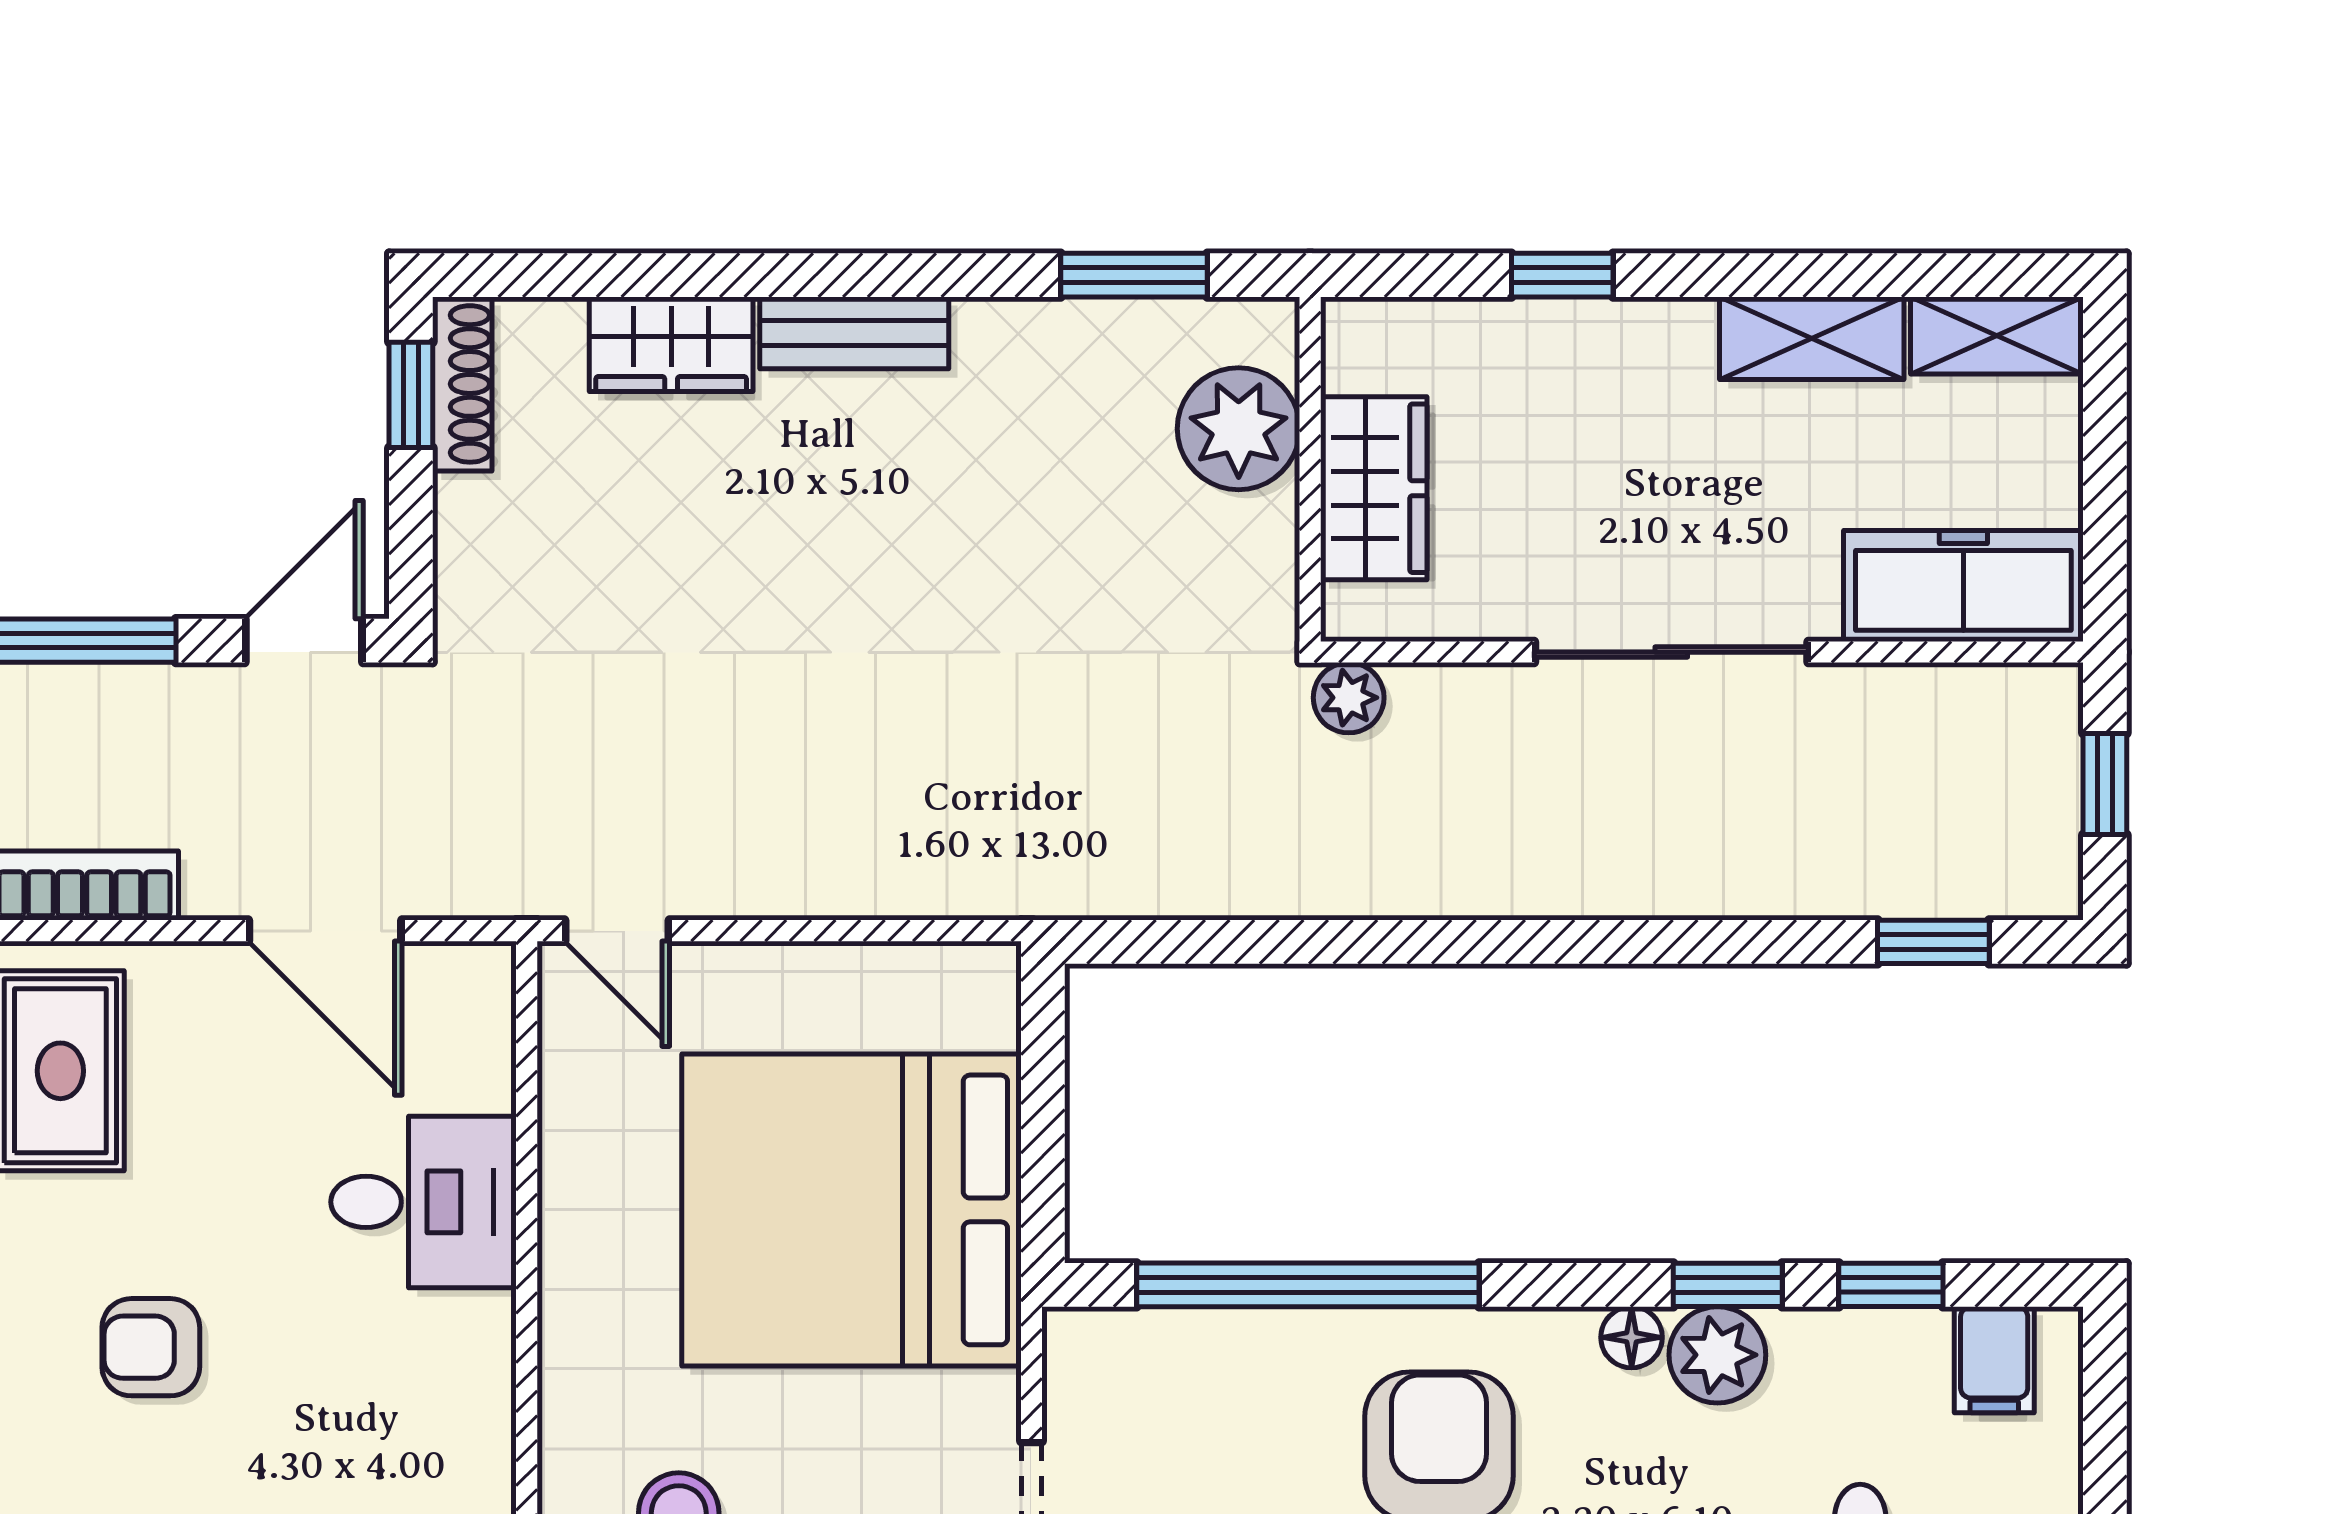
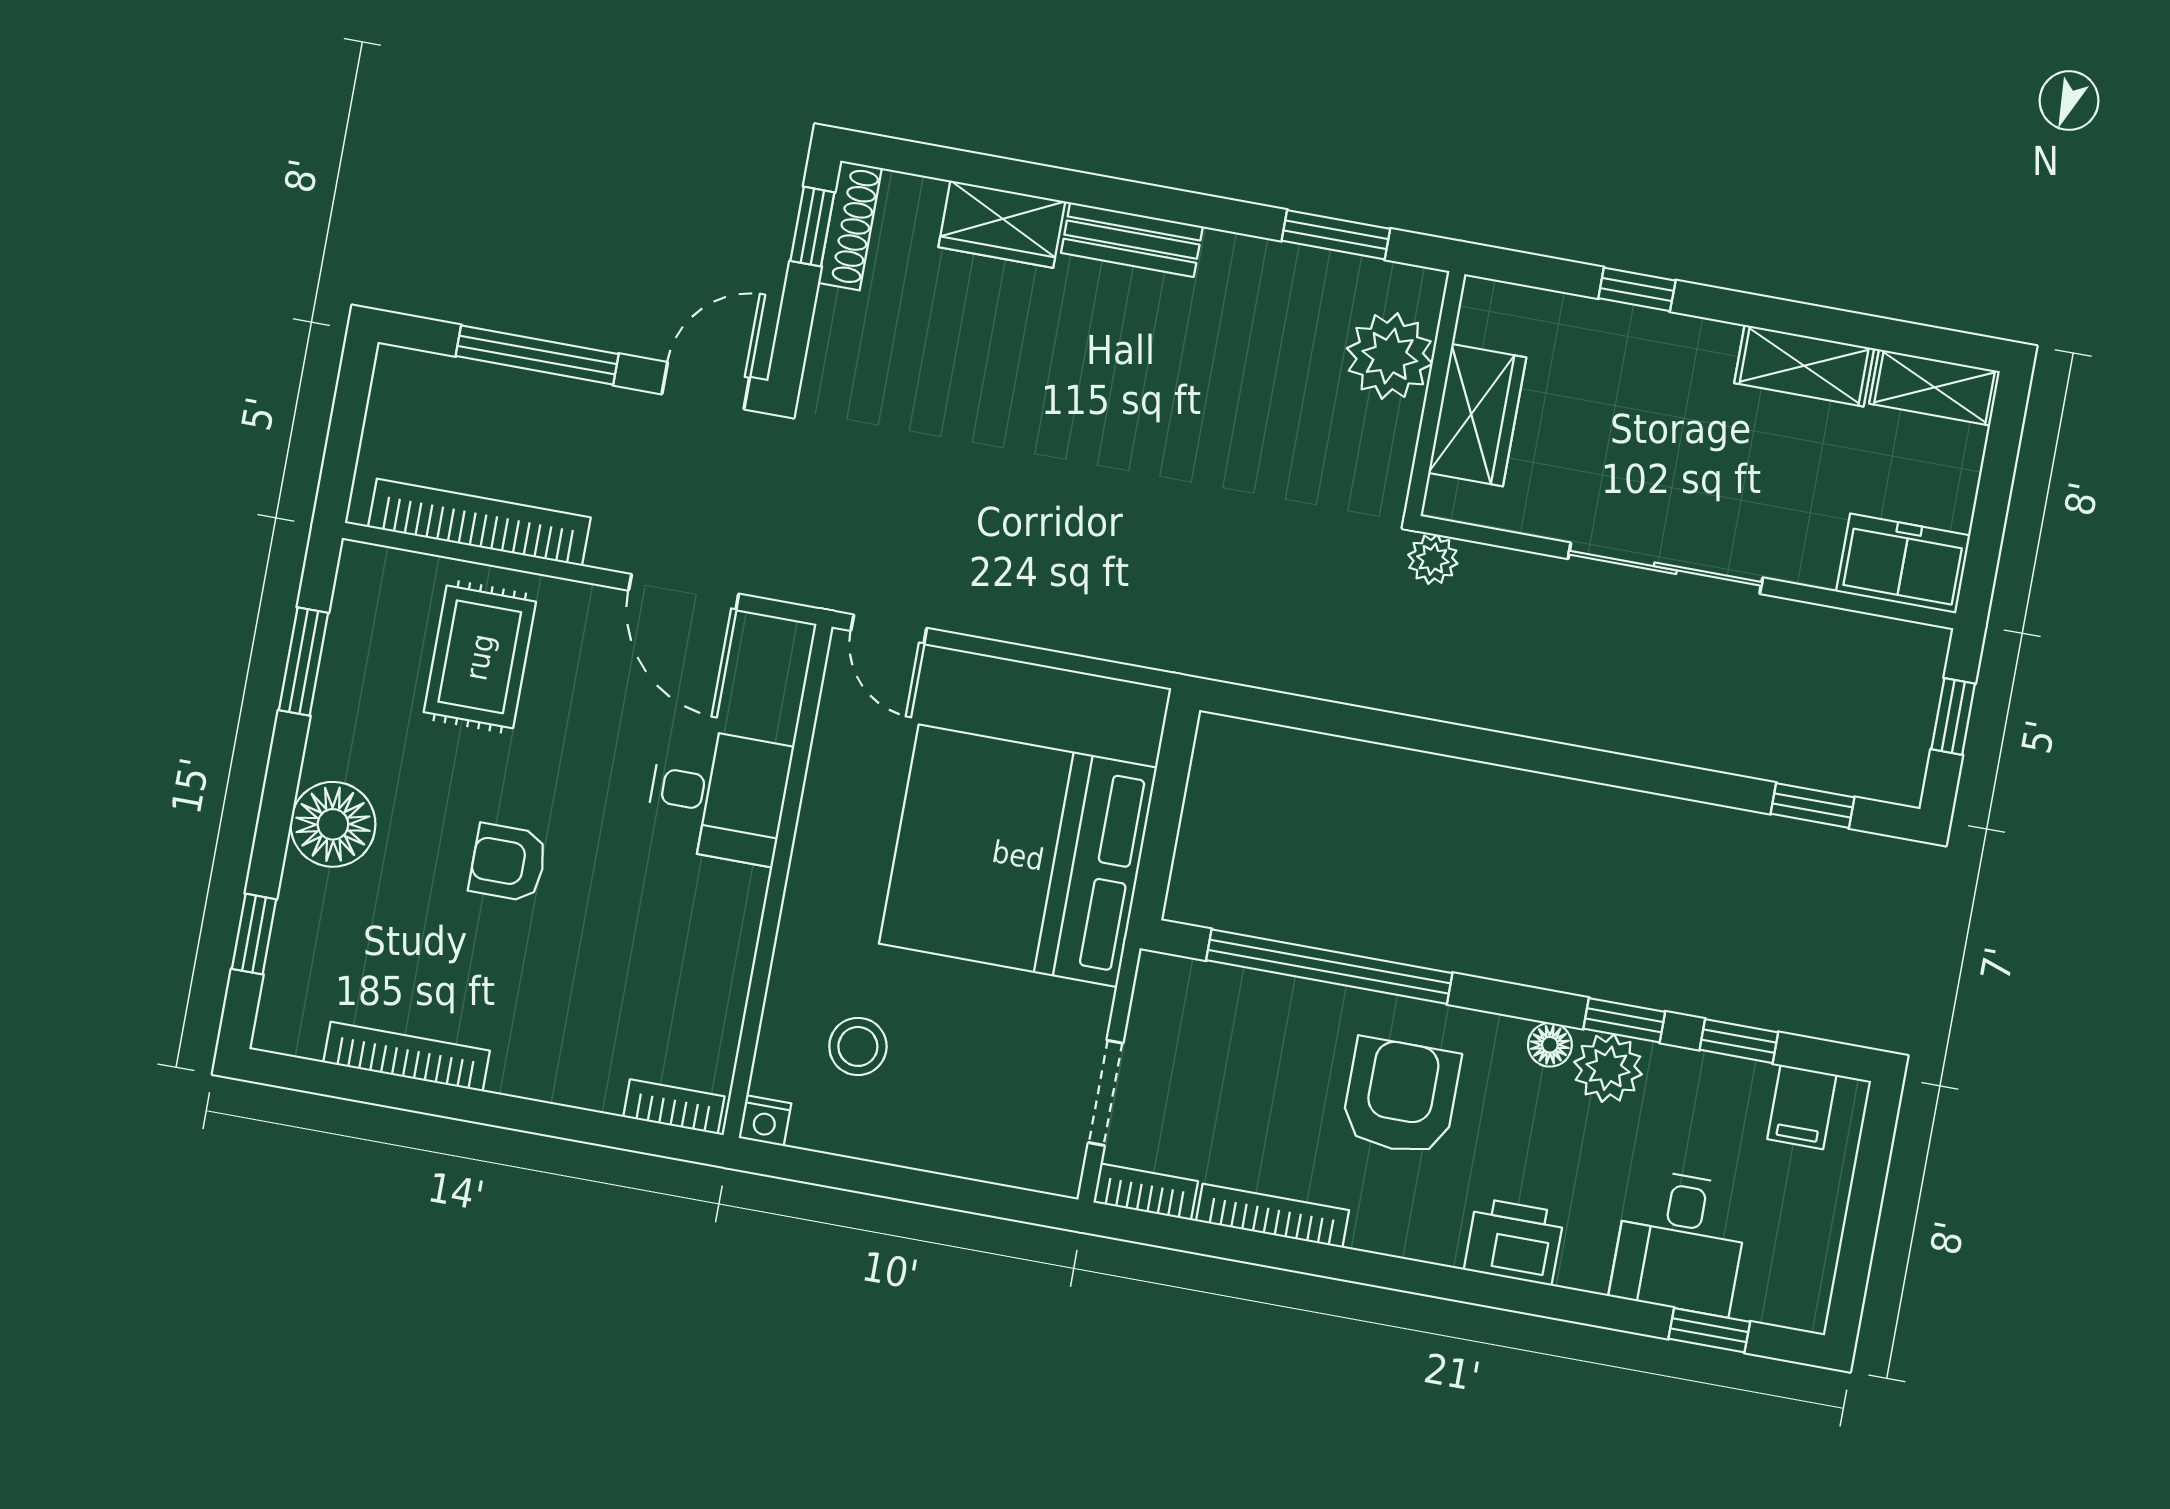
freezer: (1963, 586) -> (1903, 564), width x0.71

